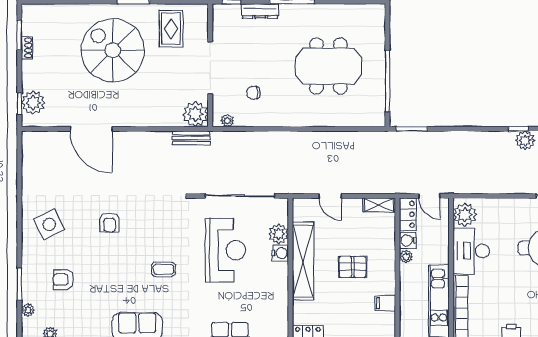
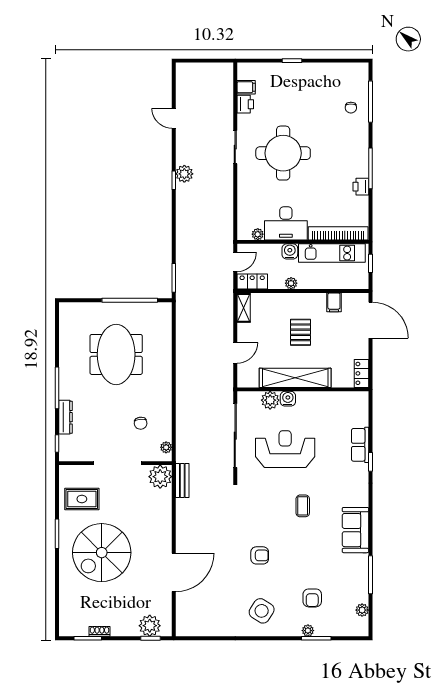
plant: (465, 215) -> (258, 234), width x0.53, depth x0.53
side table: (49, 224) -> (262, 611), turned -31
water cooler: (408, 240) -> (290, 251), moved, turned 180
plant: (28, 310) -> (308, 631), moved

